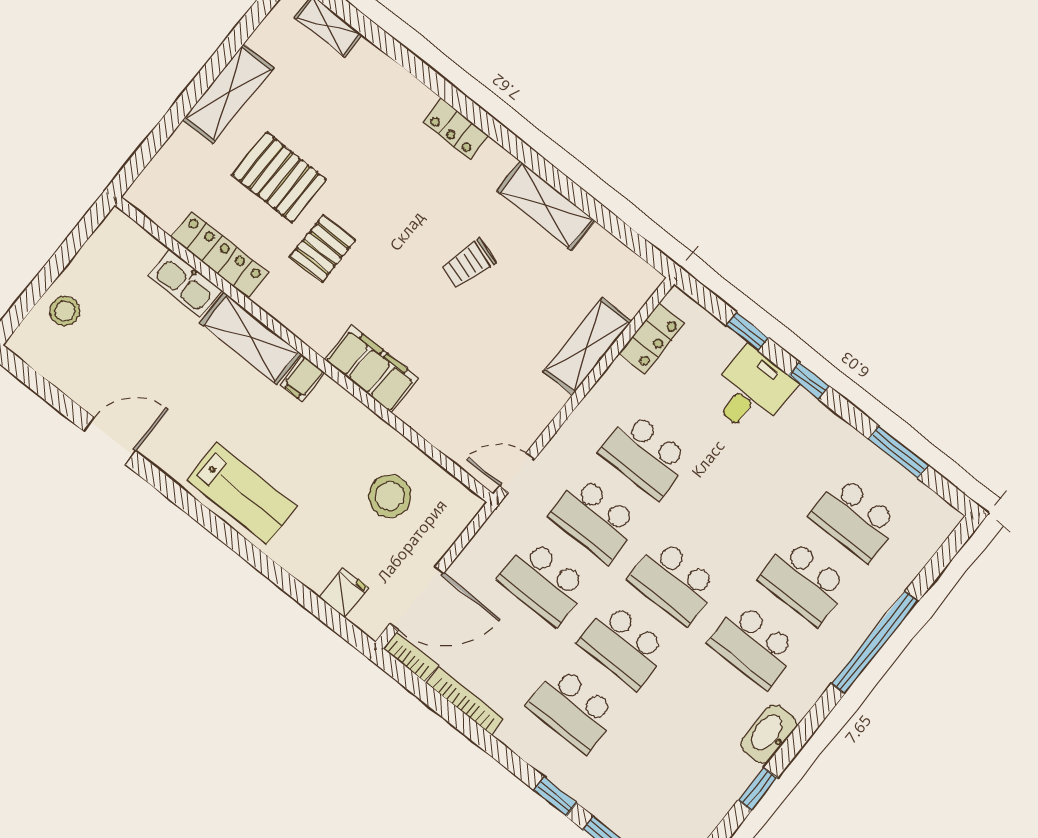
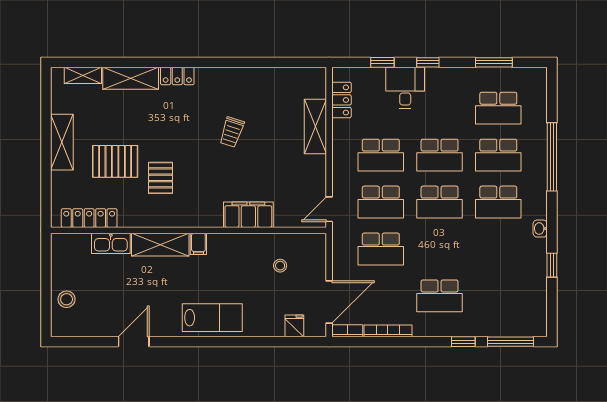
shelving: (546, 206) -> (131, 78), moved
locker: (220, 255) -> (89, 218), moved
filing cabinet: (371, 369) -> (248, 215), moved
stool: (390, 496) -> (280, 266), width x0.53, depth x0.53
school desk: (623, 646) -> (440, 155), moved
washbasin: (769, 734) -> (540, 229), width x0.52, depth x0.69

